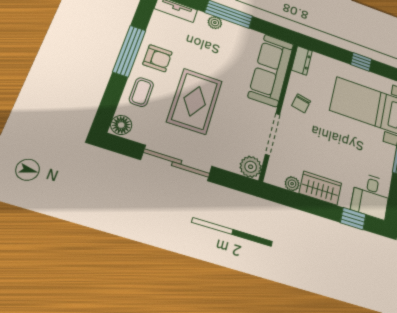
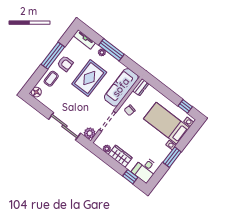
window: (361, 62) -> (185, 106), moved
rug: (195, 101) -> (89, 78), moved
sliding door: (177, 163) -> (65, 126), moved

